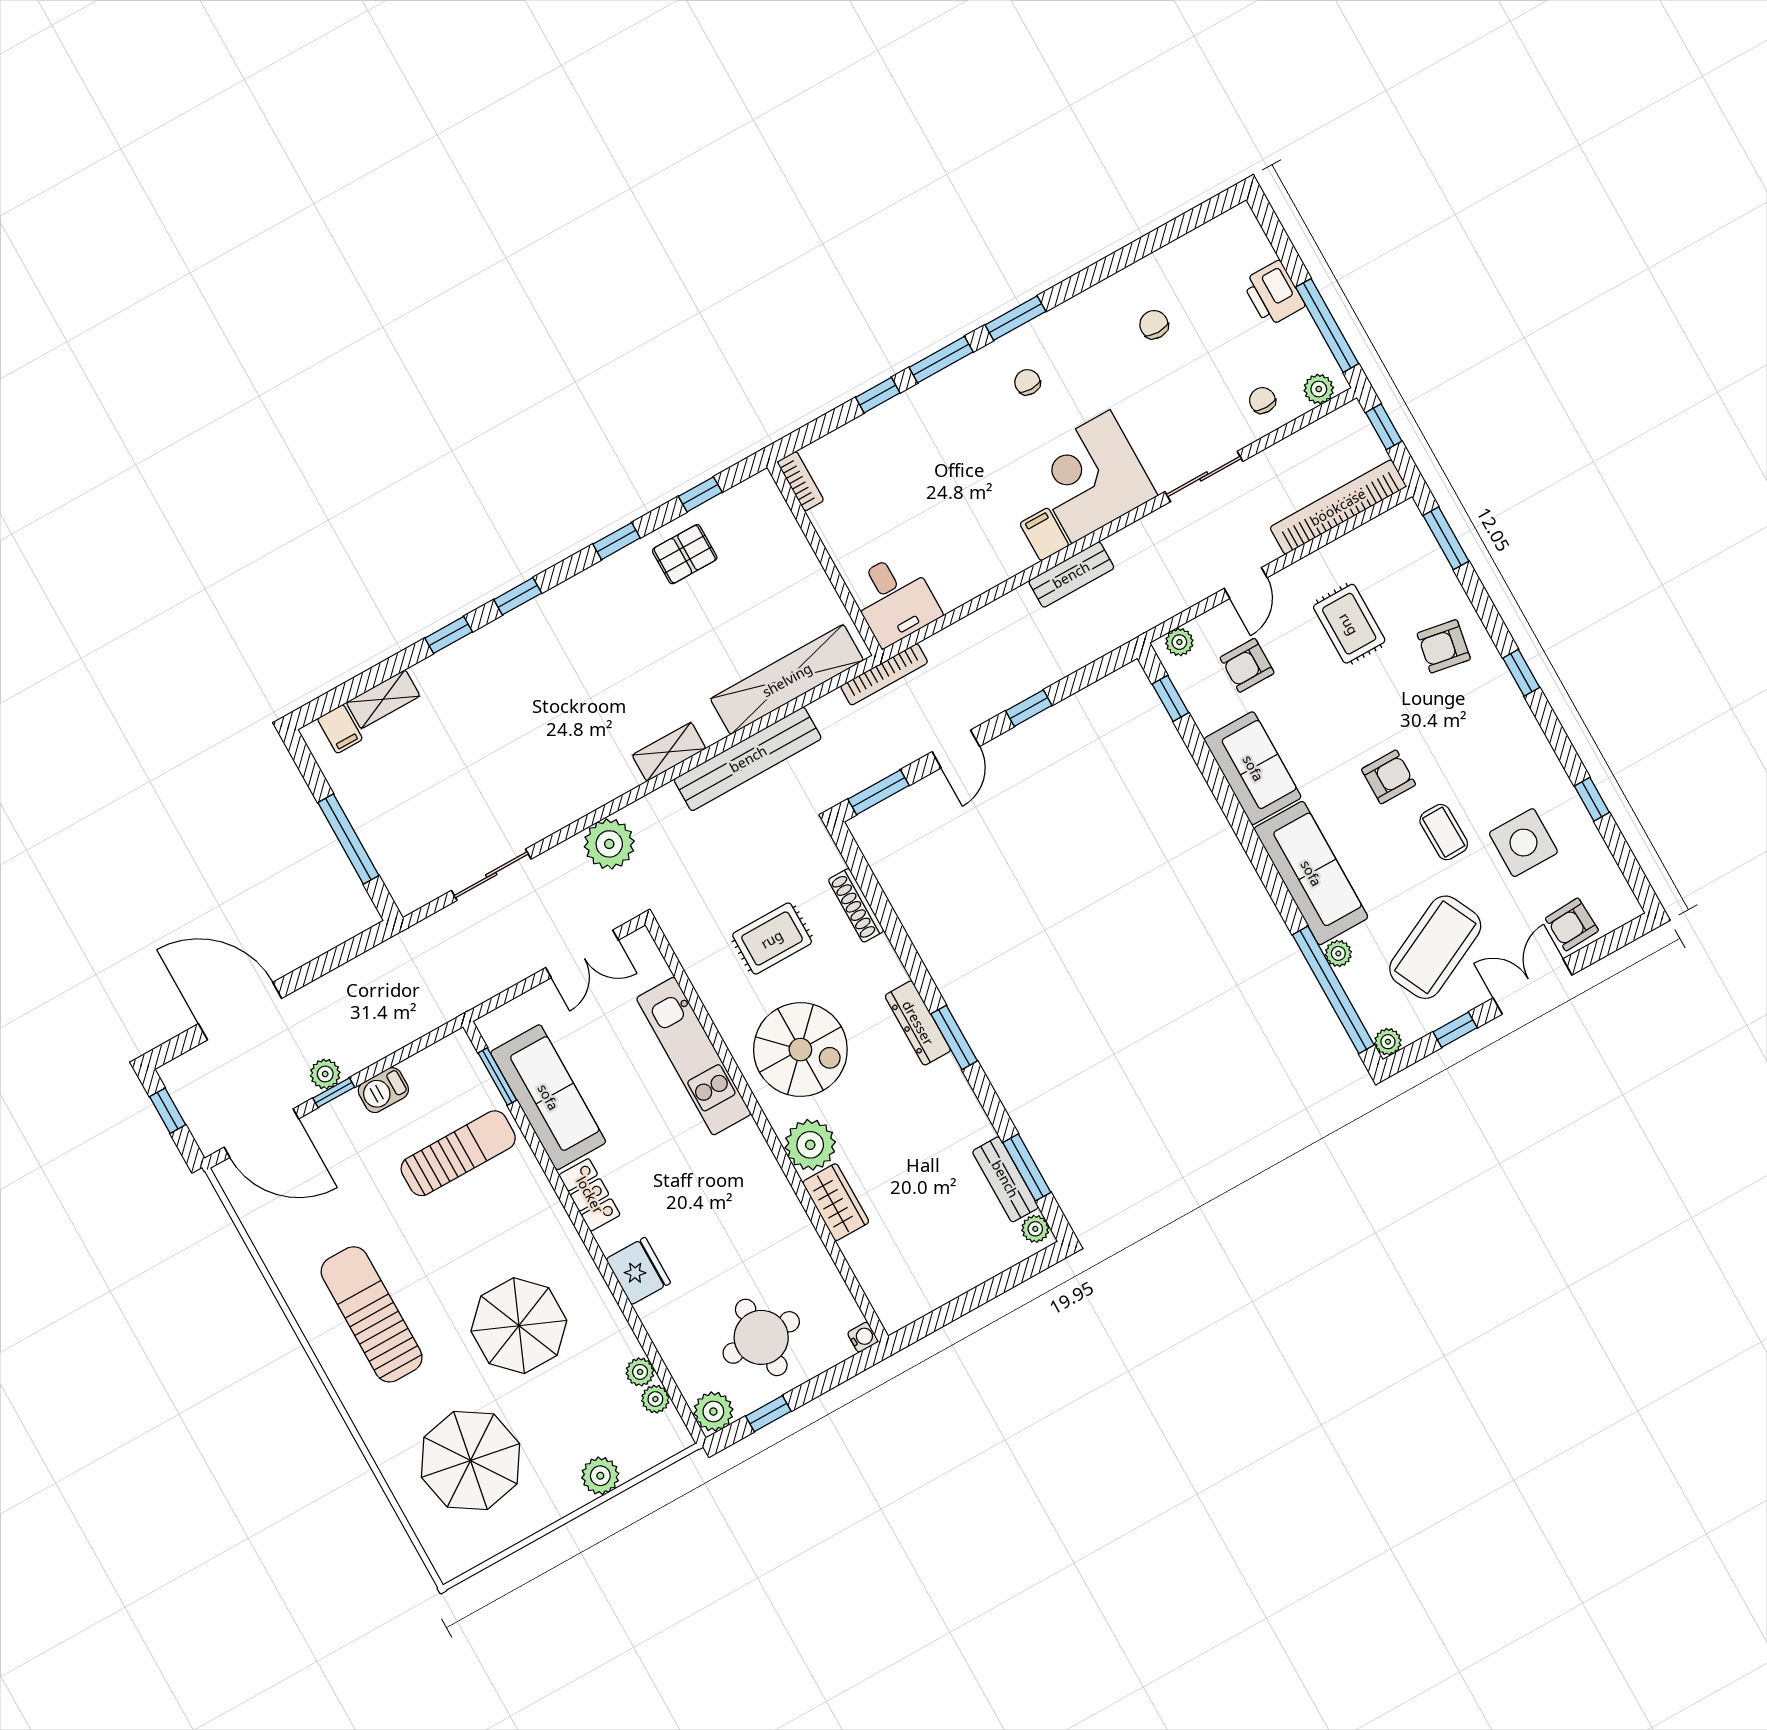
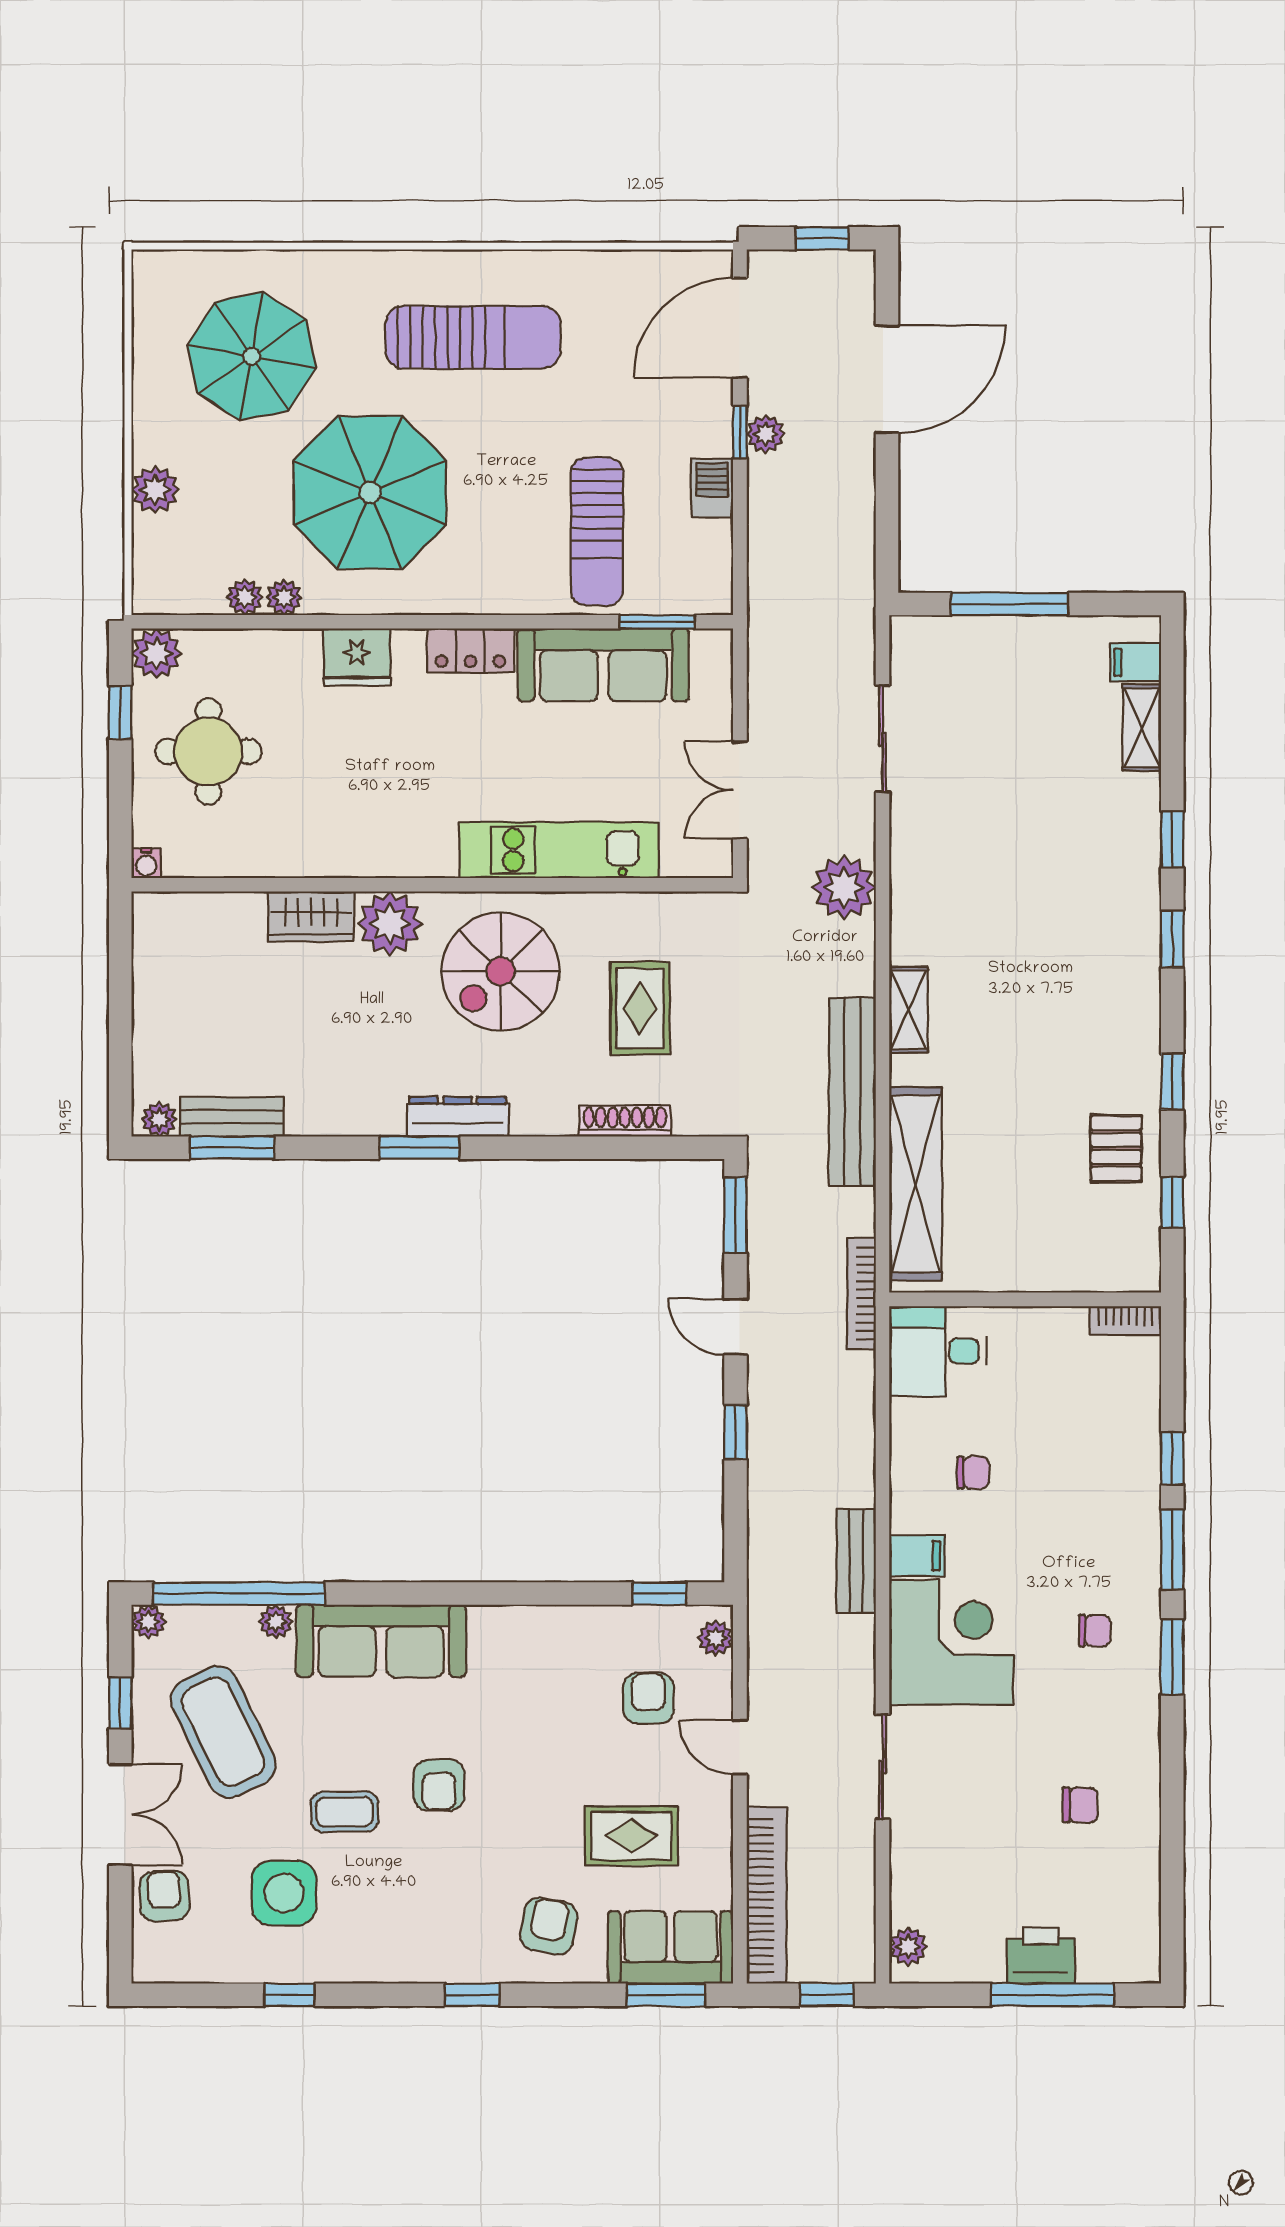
window: (1327, 325) -> (1052, 1995), moved
chair: (1262, 400) -> (973, 1473), moved
sofa: (1253, 768) -> (670, 1947), moved, turned 180
parasol: (519, 1326) -> (370, 493), width x1.36, depth x1.36
plant: (655, 1399) -> (284, 597), moved

